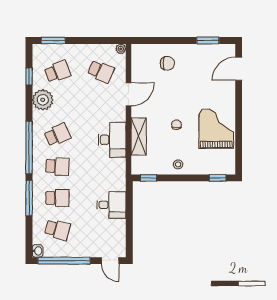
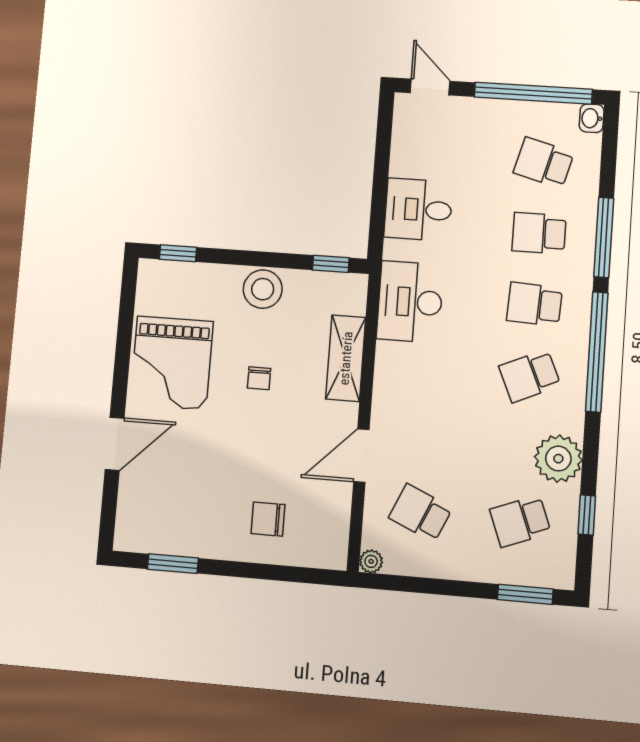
door: (239, 69) -> (115, 444), moved
desk: (112, 140) -> (410, 302), moved
stool: (178, 164) -> (263, 289), width x1.89, depth x1.89

